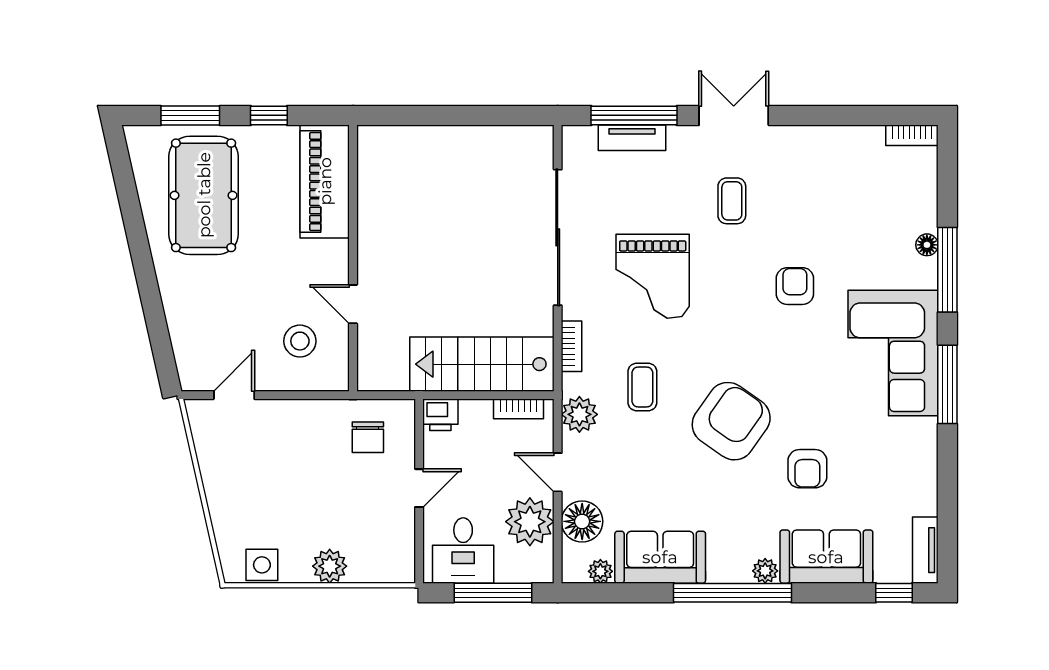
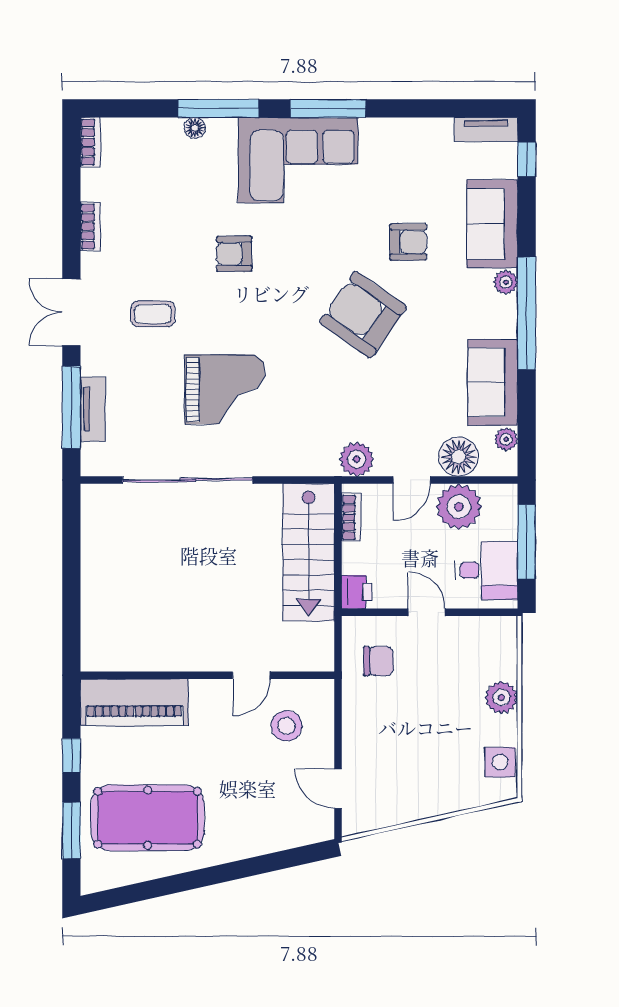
bookcase: (572, 346) -> (90, 227), moved, turned 90
coffee table: (642, 387) -> (330, 399), removed

